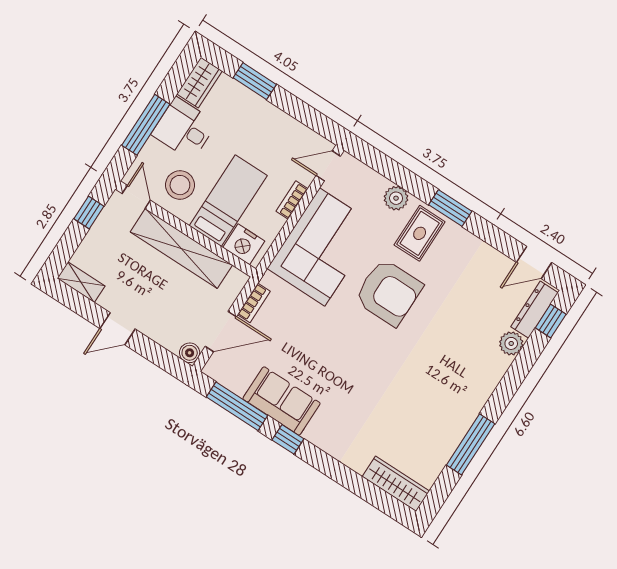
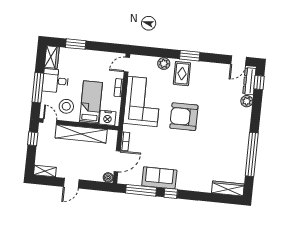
armchair: (388, 292) -> (184, 117), moved, turned 180
window: (471, 444) -> (252, 154), width x1.46

